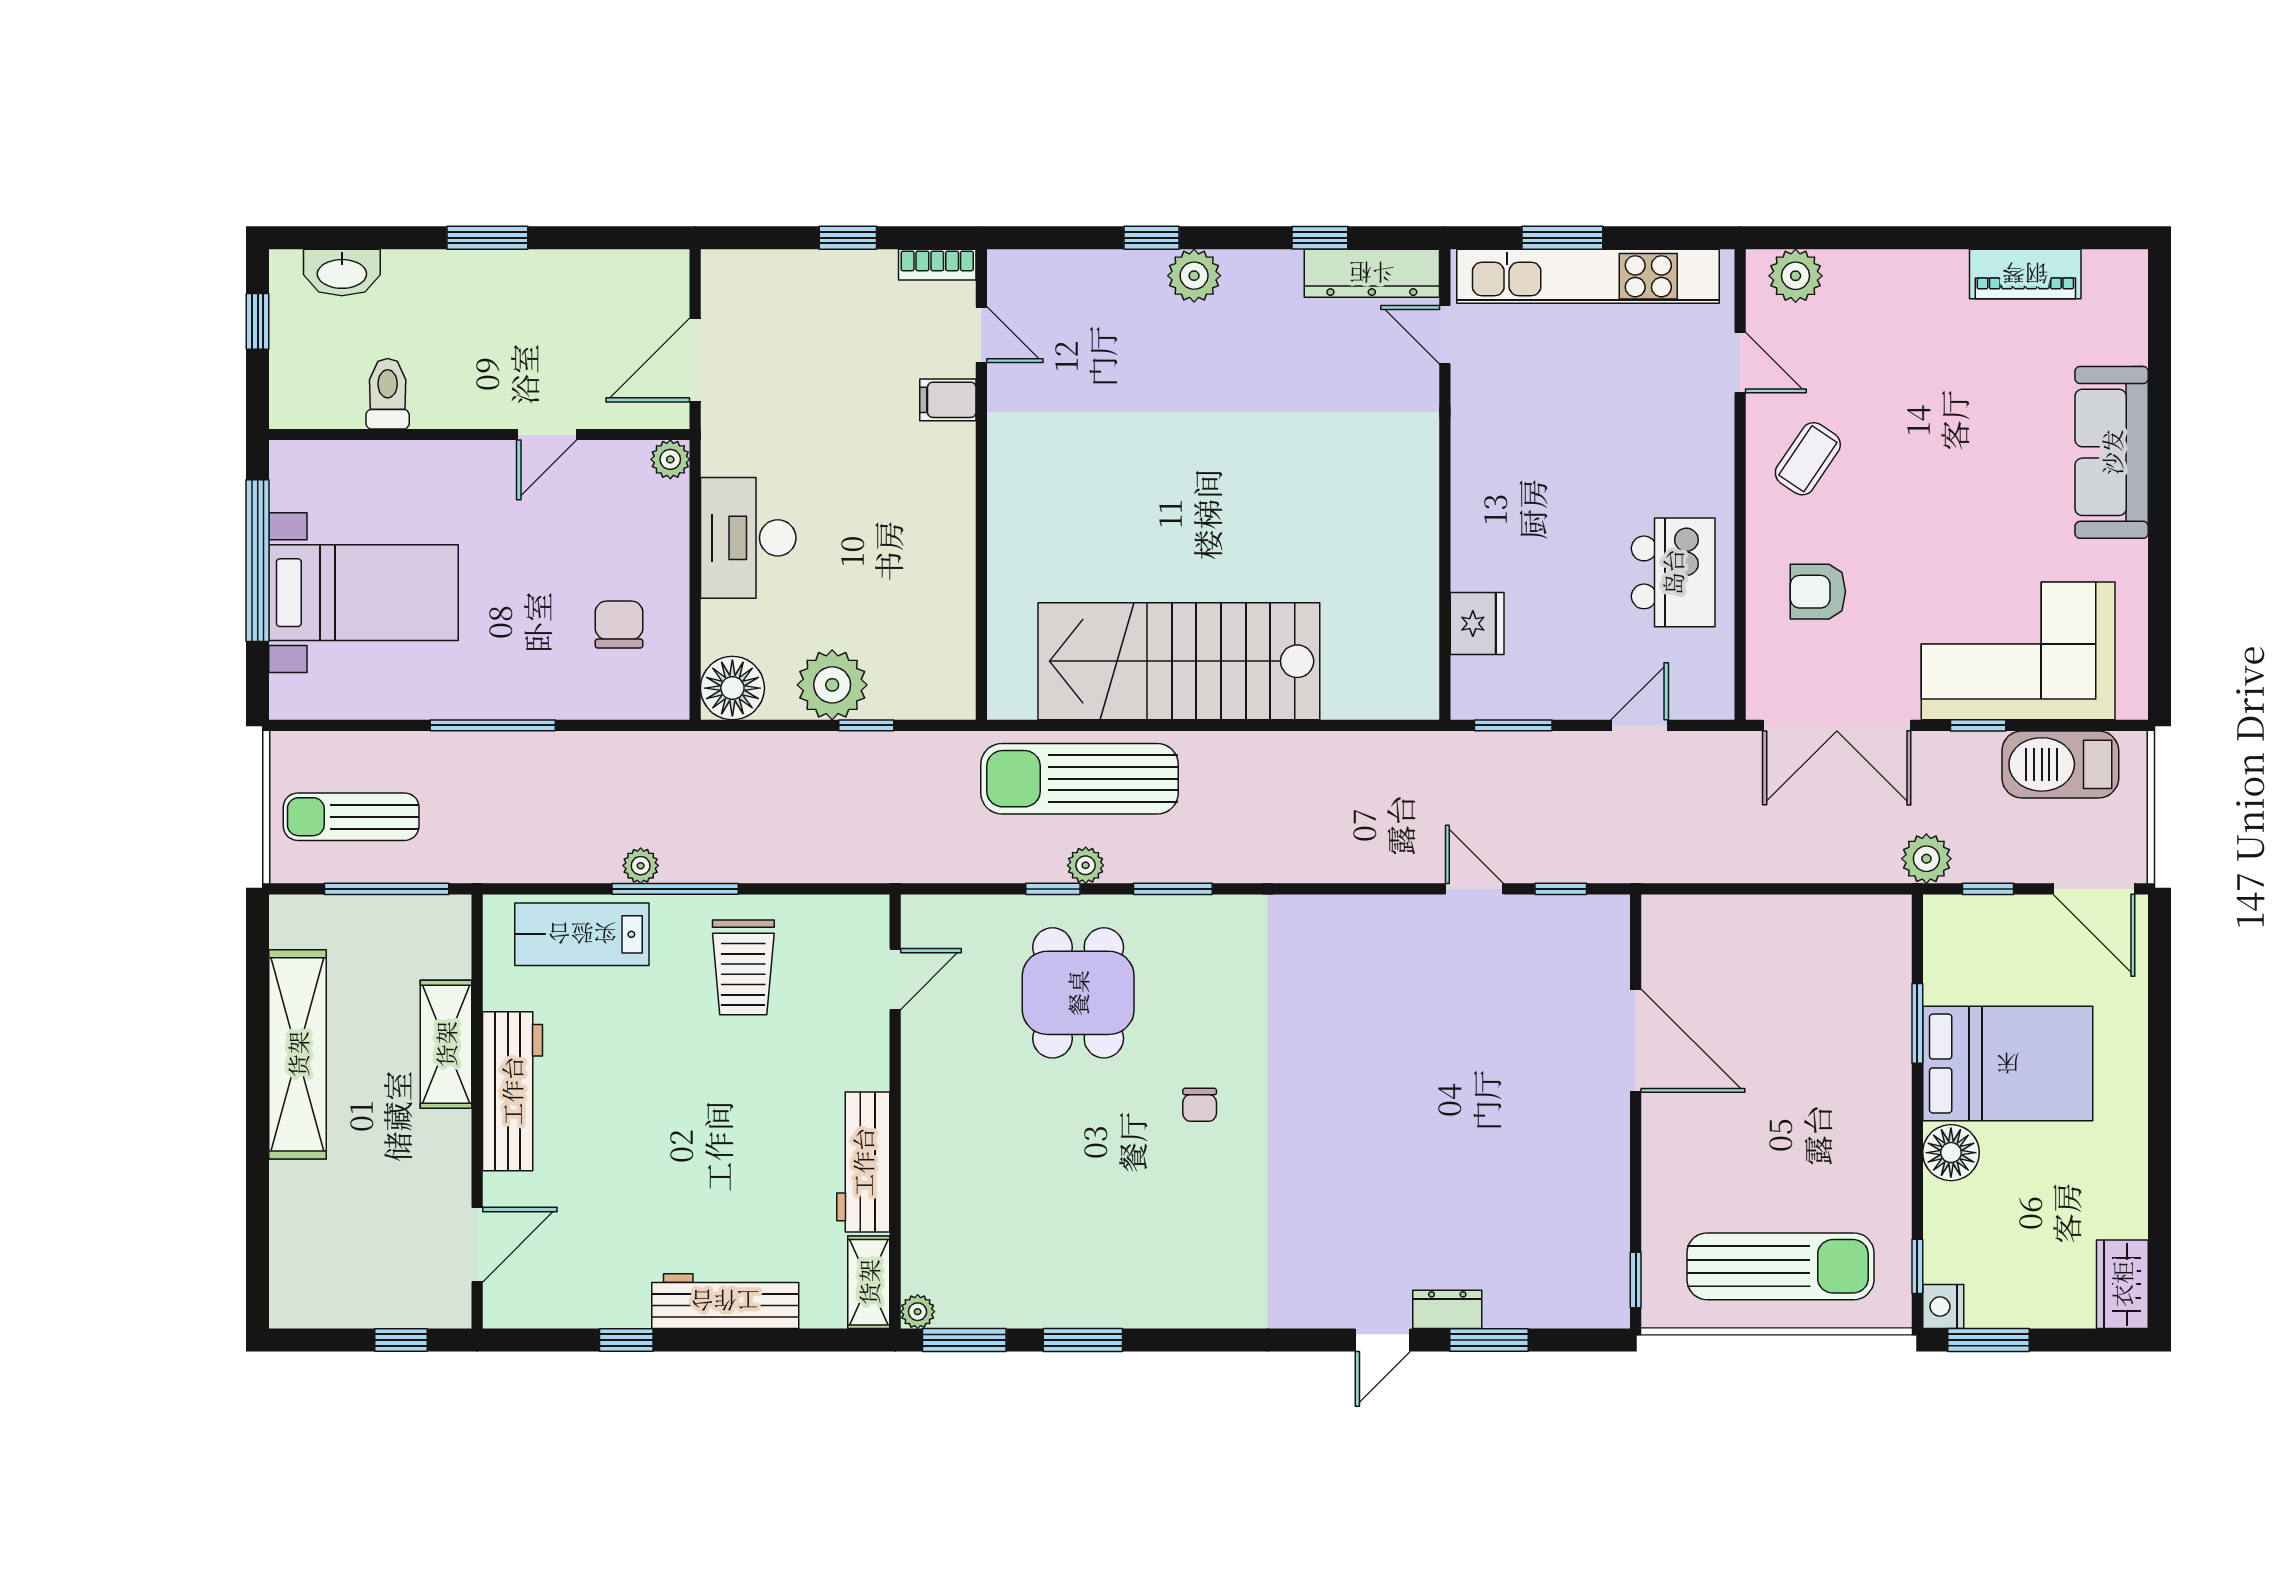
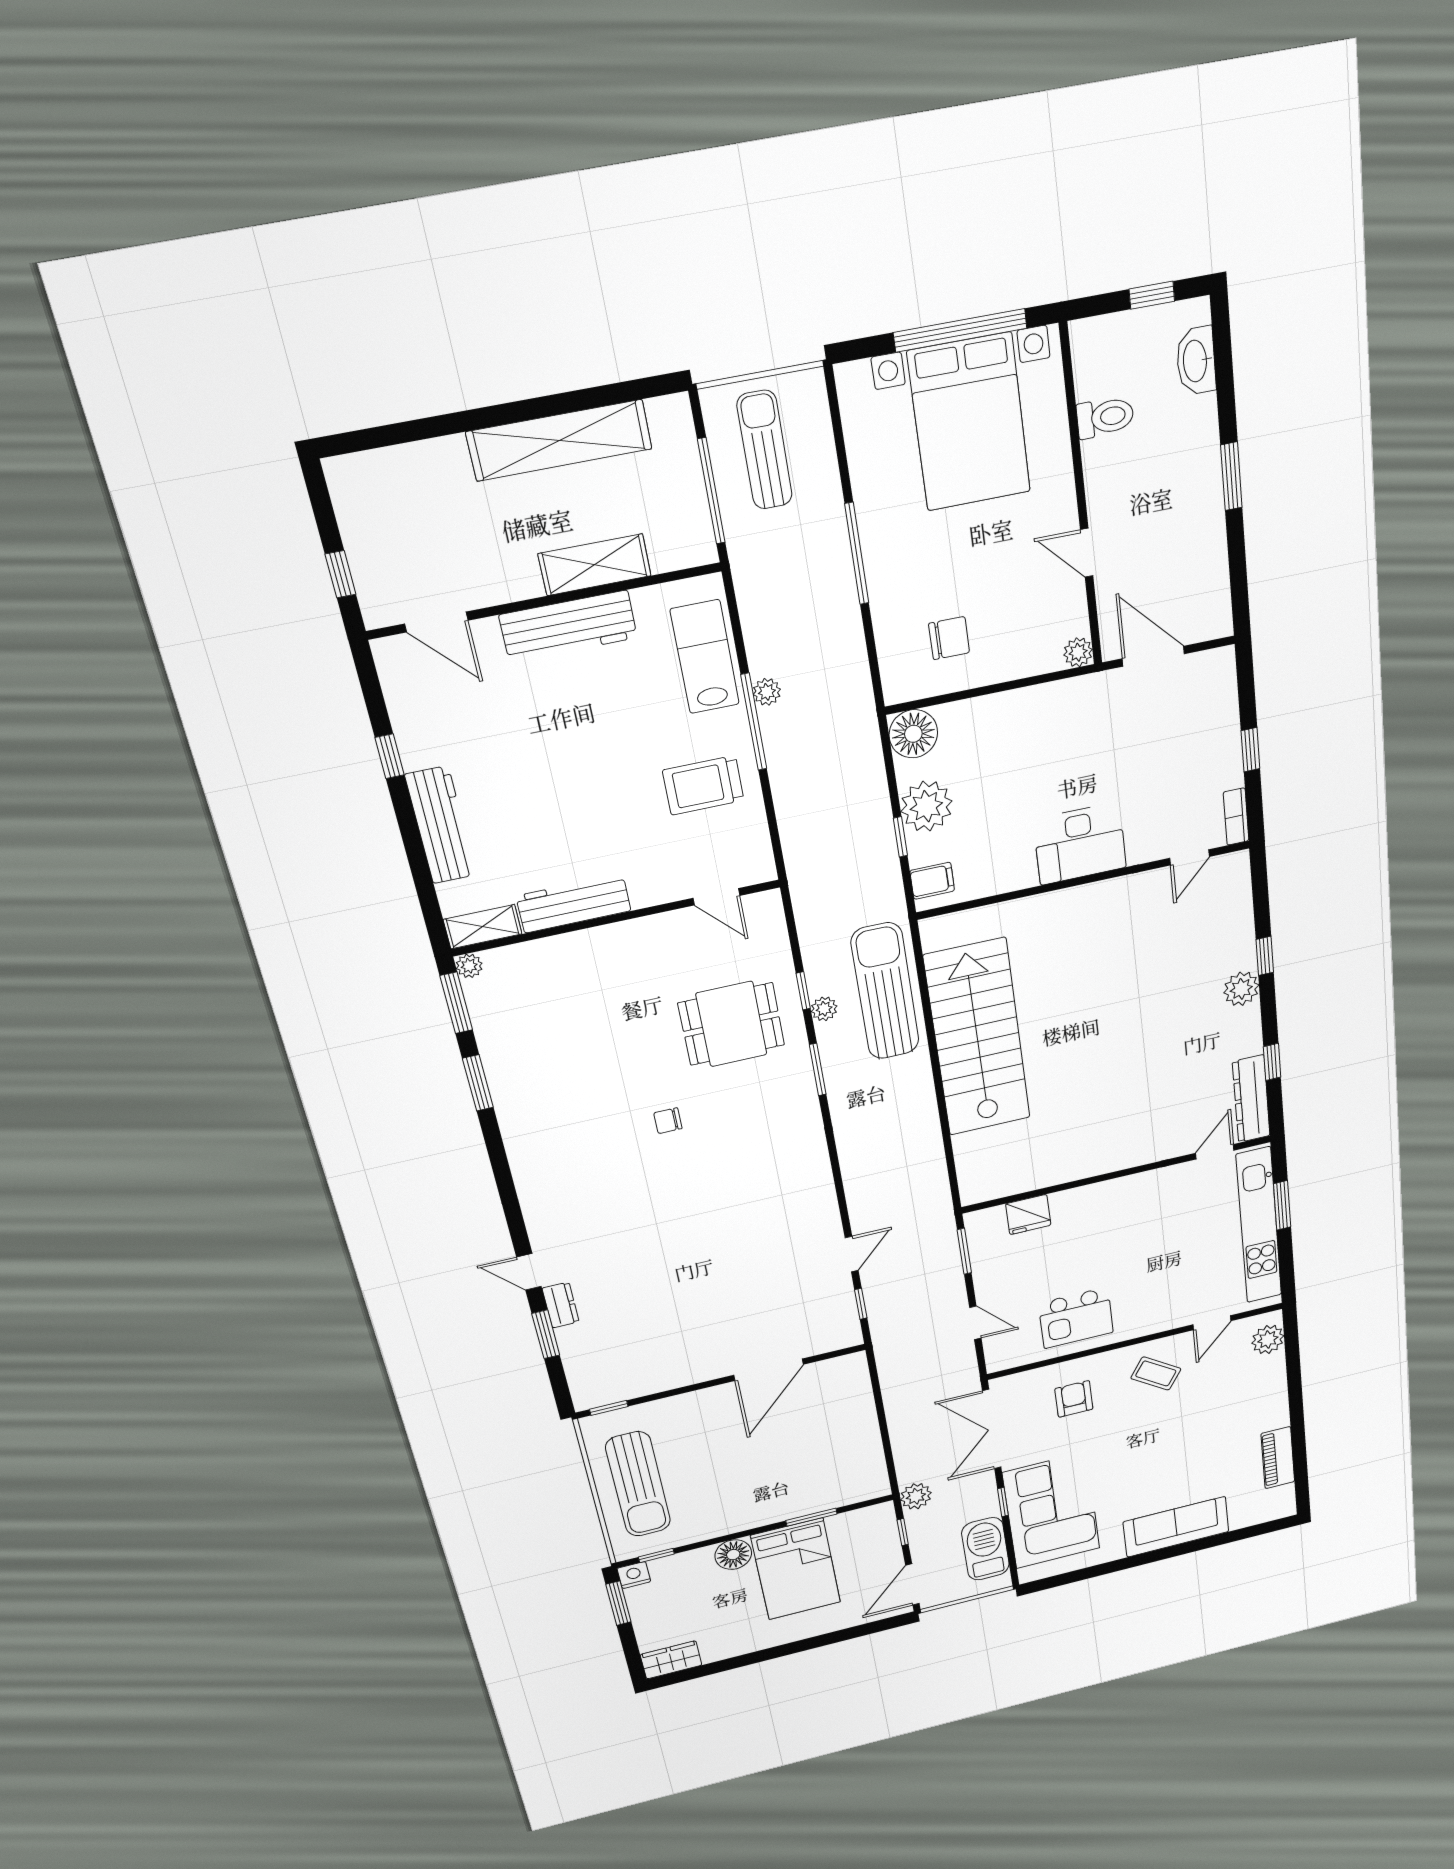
filing cabinet: (948, 400) -> (932, 881), moved, turned 90
desk: (748, 538) -> (1080, 844), moved, turned 180
bed with nightstands: (364, 593) -> (969, 422), width x1.36

